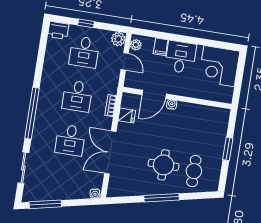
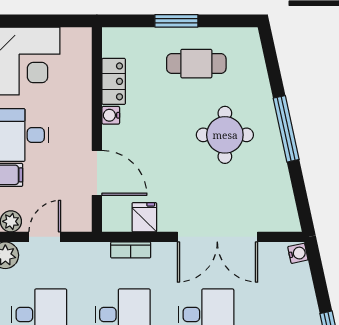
water cooler: (172, 105) -> (111, 115), moved
locker: (201, 111) -> (114, 81), added
cafe table: (194, 171) -> (196, 64), moved

